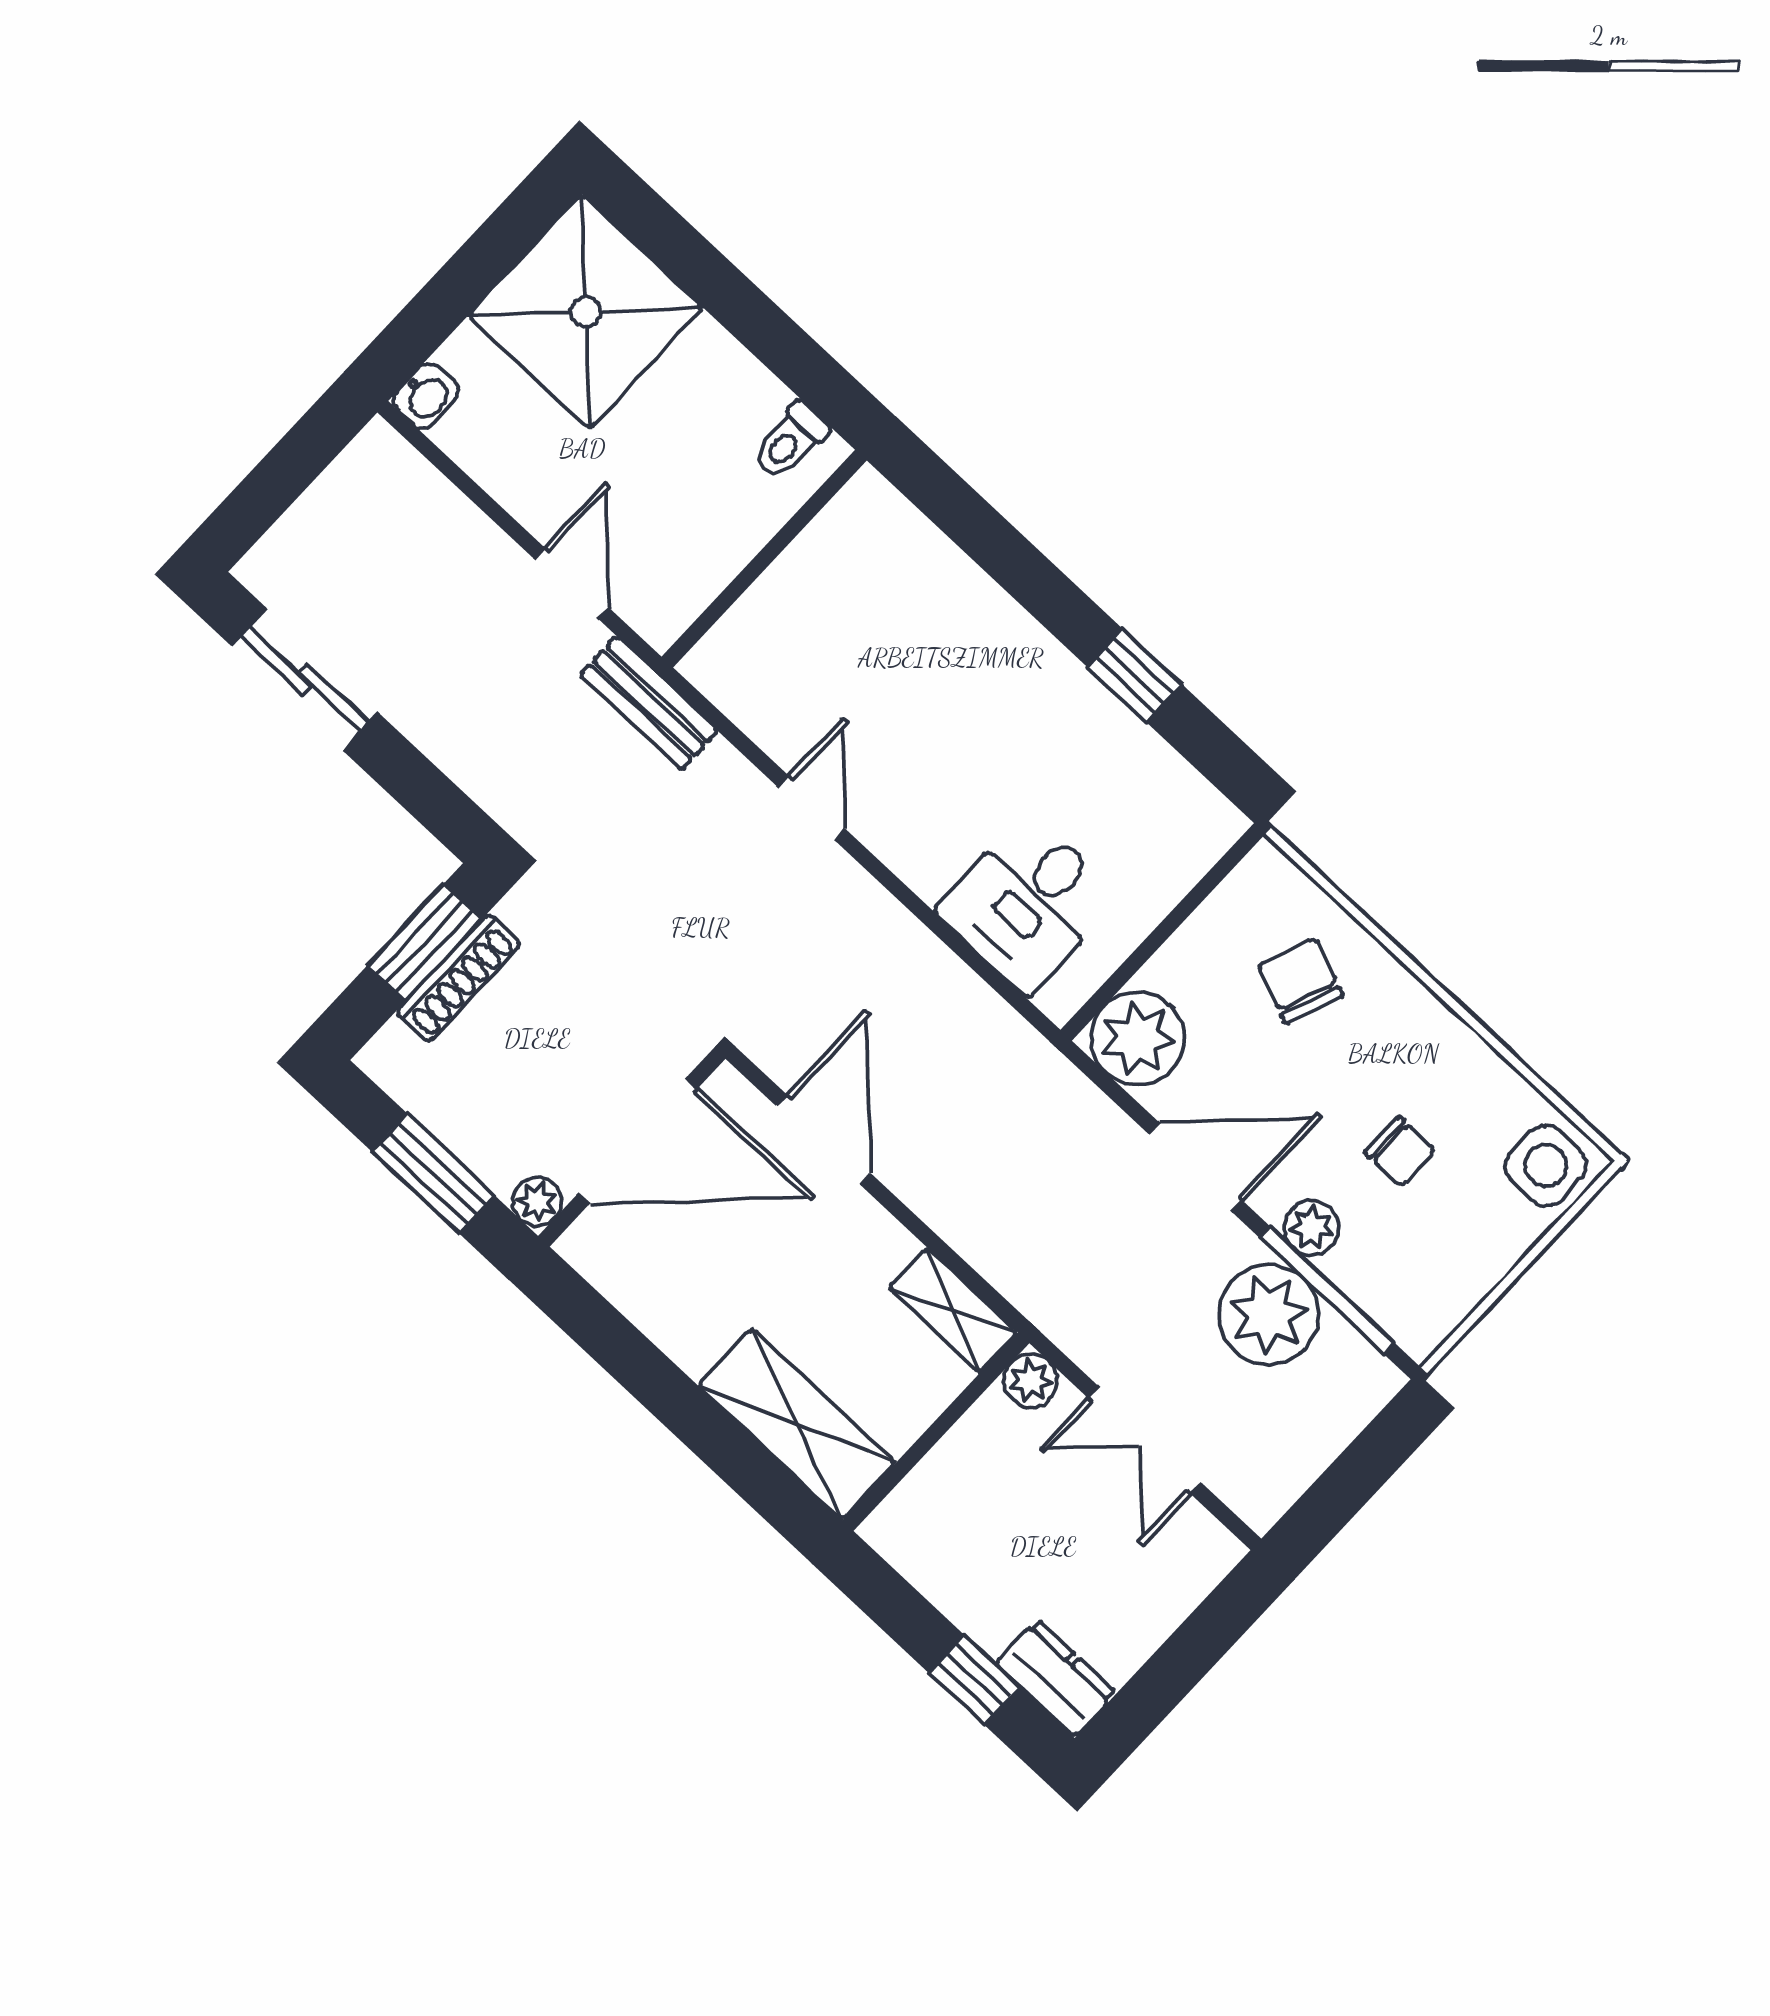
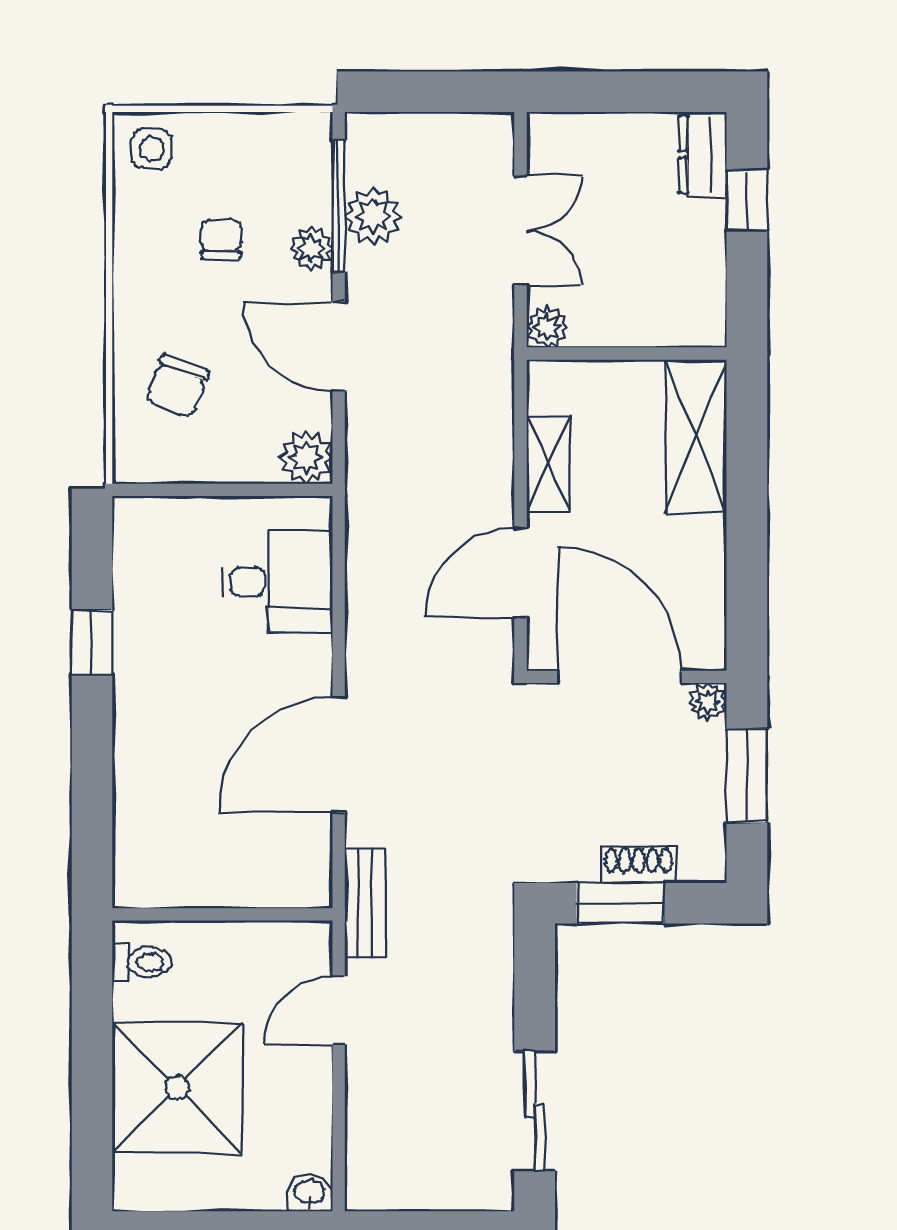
shower: (586, 312) -> (177, 1088), moved
door: (812, 808) -> (339, 755), width x1.88
shoe rack: (458, 978) -> (639, 865), width x0.70
plant: (1138, 1039) -> (306, 457), width x0.73, depth x0.73
side table: (1546, 1166) -> (152, 149), width x0.73, depth x0.73
shelving: (953, 1310) -> (548, 464), moved
plant: (1269, 1315) -> (373, 216), width x0.73, depth x0.73

